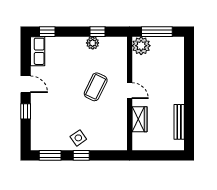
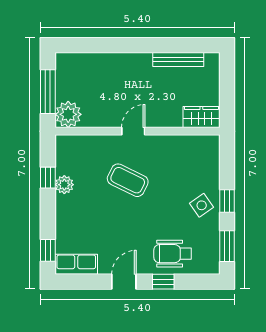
wheelchair: (45, 118) -> (173, 254), added
wardrobe: (139, 119) -> (201, 117), moved

